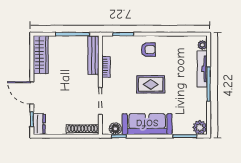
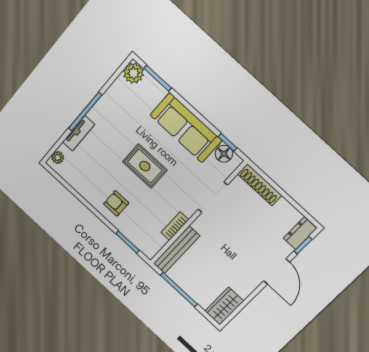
wardrobe: (41, 55) -> (224, 306), width x0.67
tv unit: (202, 69) -> (79, 133), width x0.71

